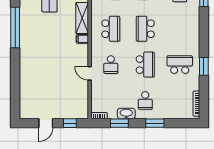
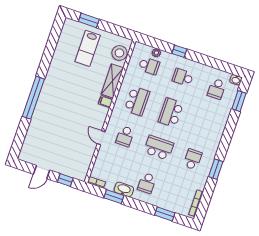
window: (15, 28) -> (33, 98), moved
school desk: (145, 65) -> (159, 148), turned -90
school desk: (180, 65) -> (193, 159), width x0.54
window: (155, 123) -> (165, 214), moved

